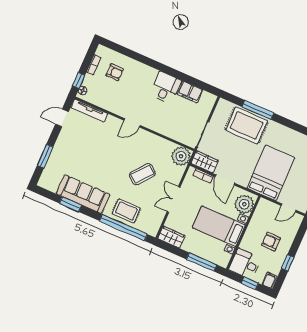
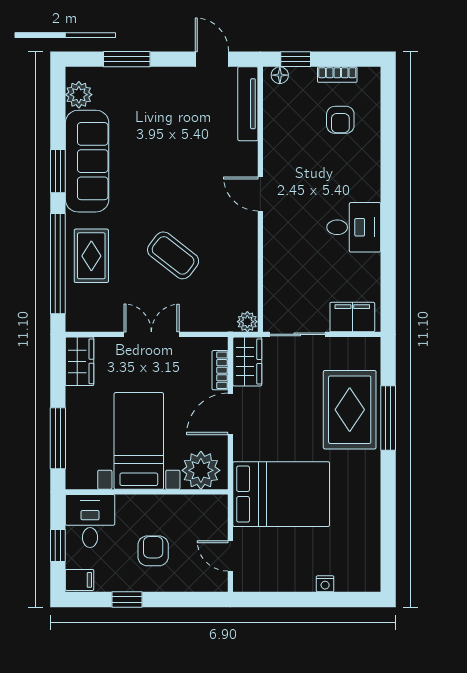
filing cabinet: (190, 92) -> (352, 317), moved, turned 90
plant: (181, 156) -> (247, 322), width x0.53, depth x0.53
plant: (52, 185) -> (79, 95), added
window: (71, 204) -> (58, 171), moved

